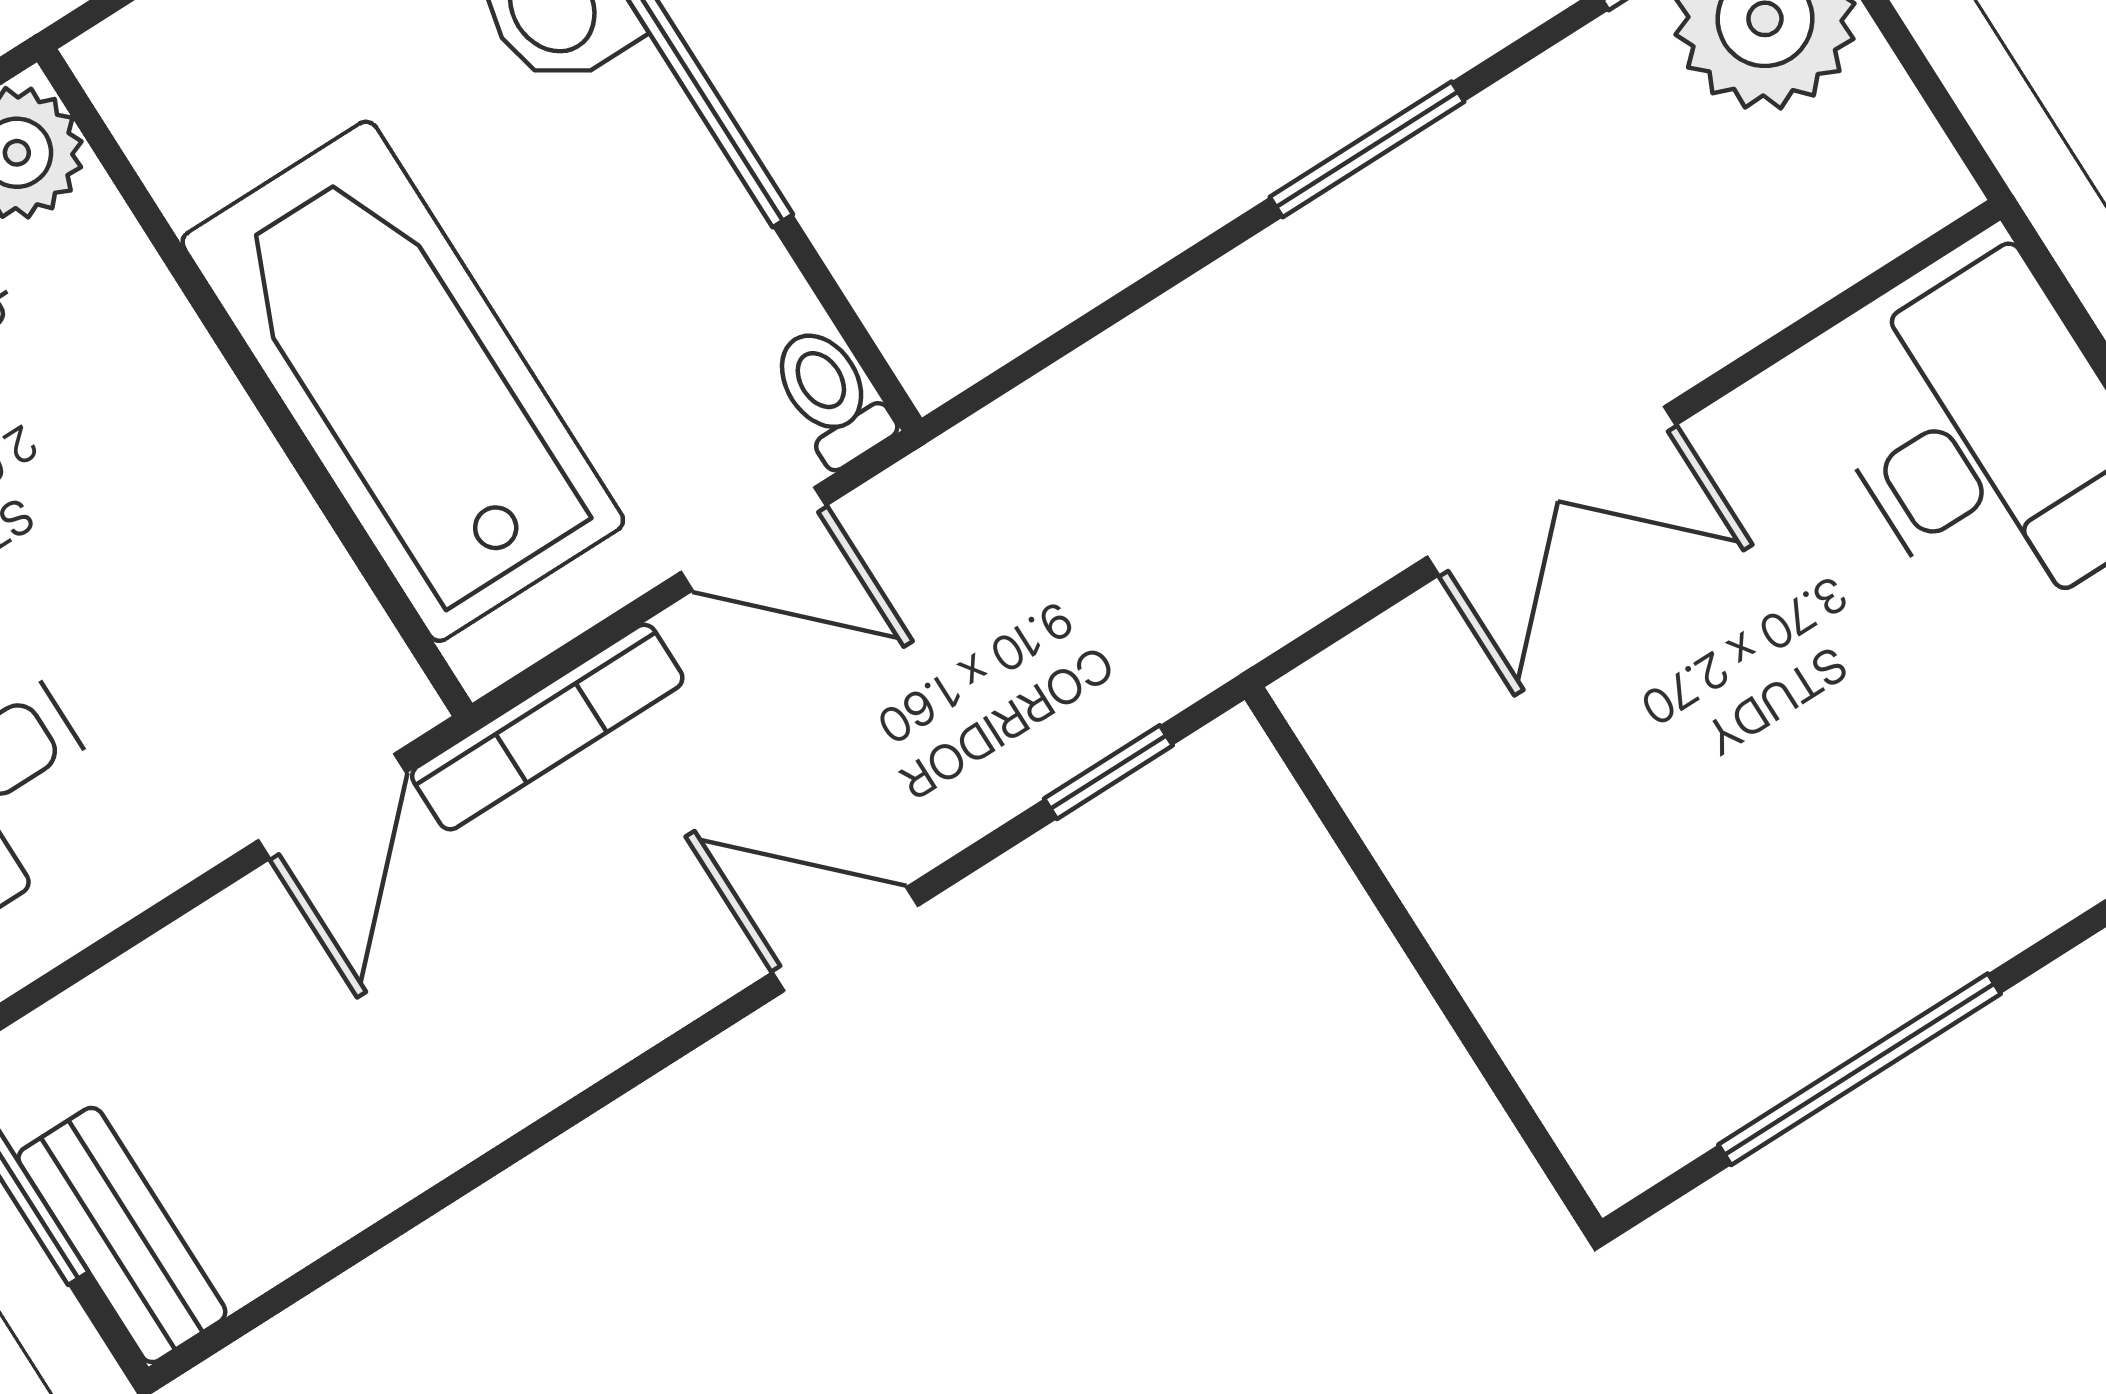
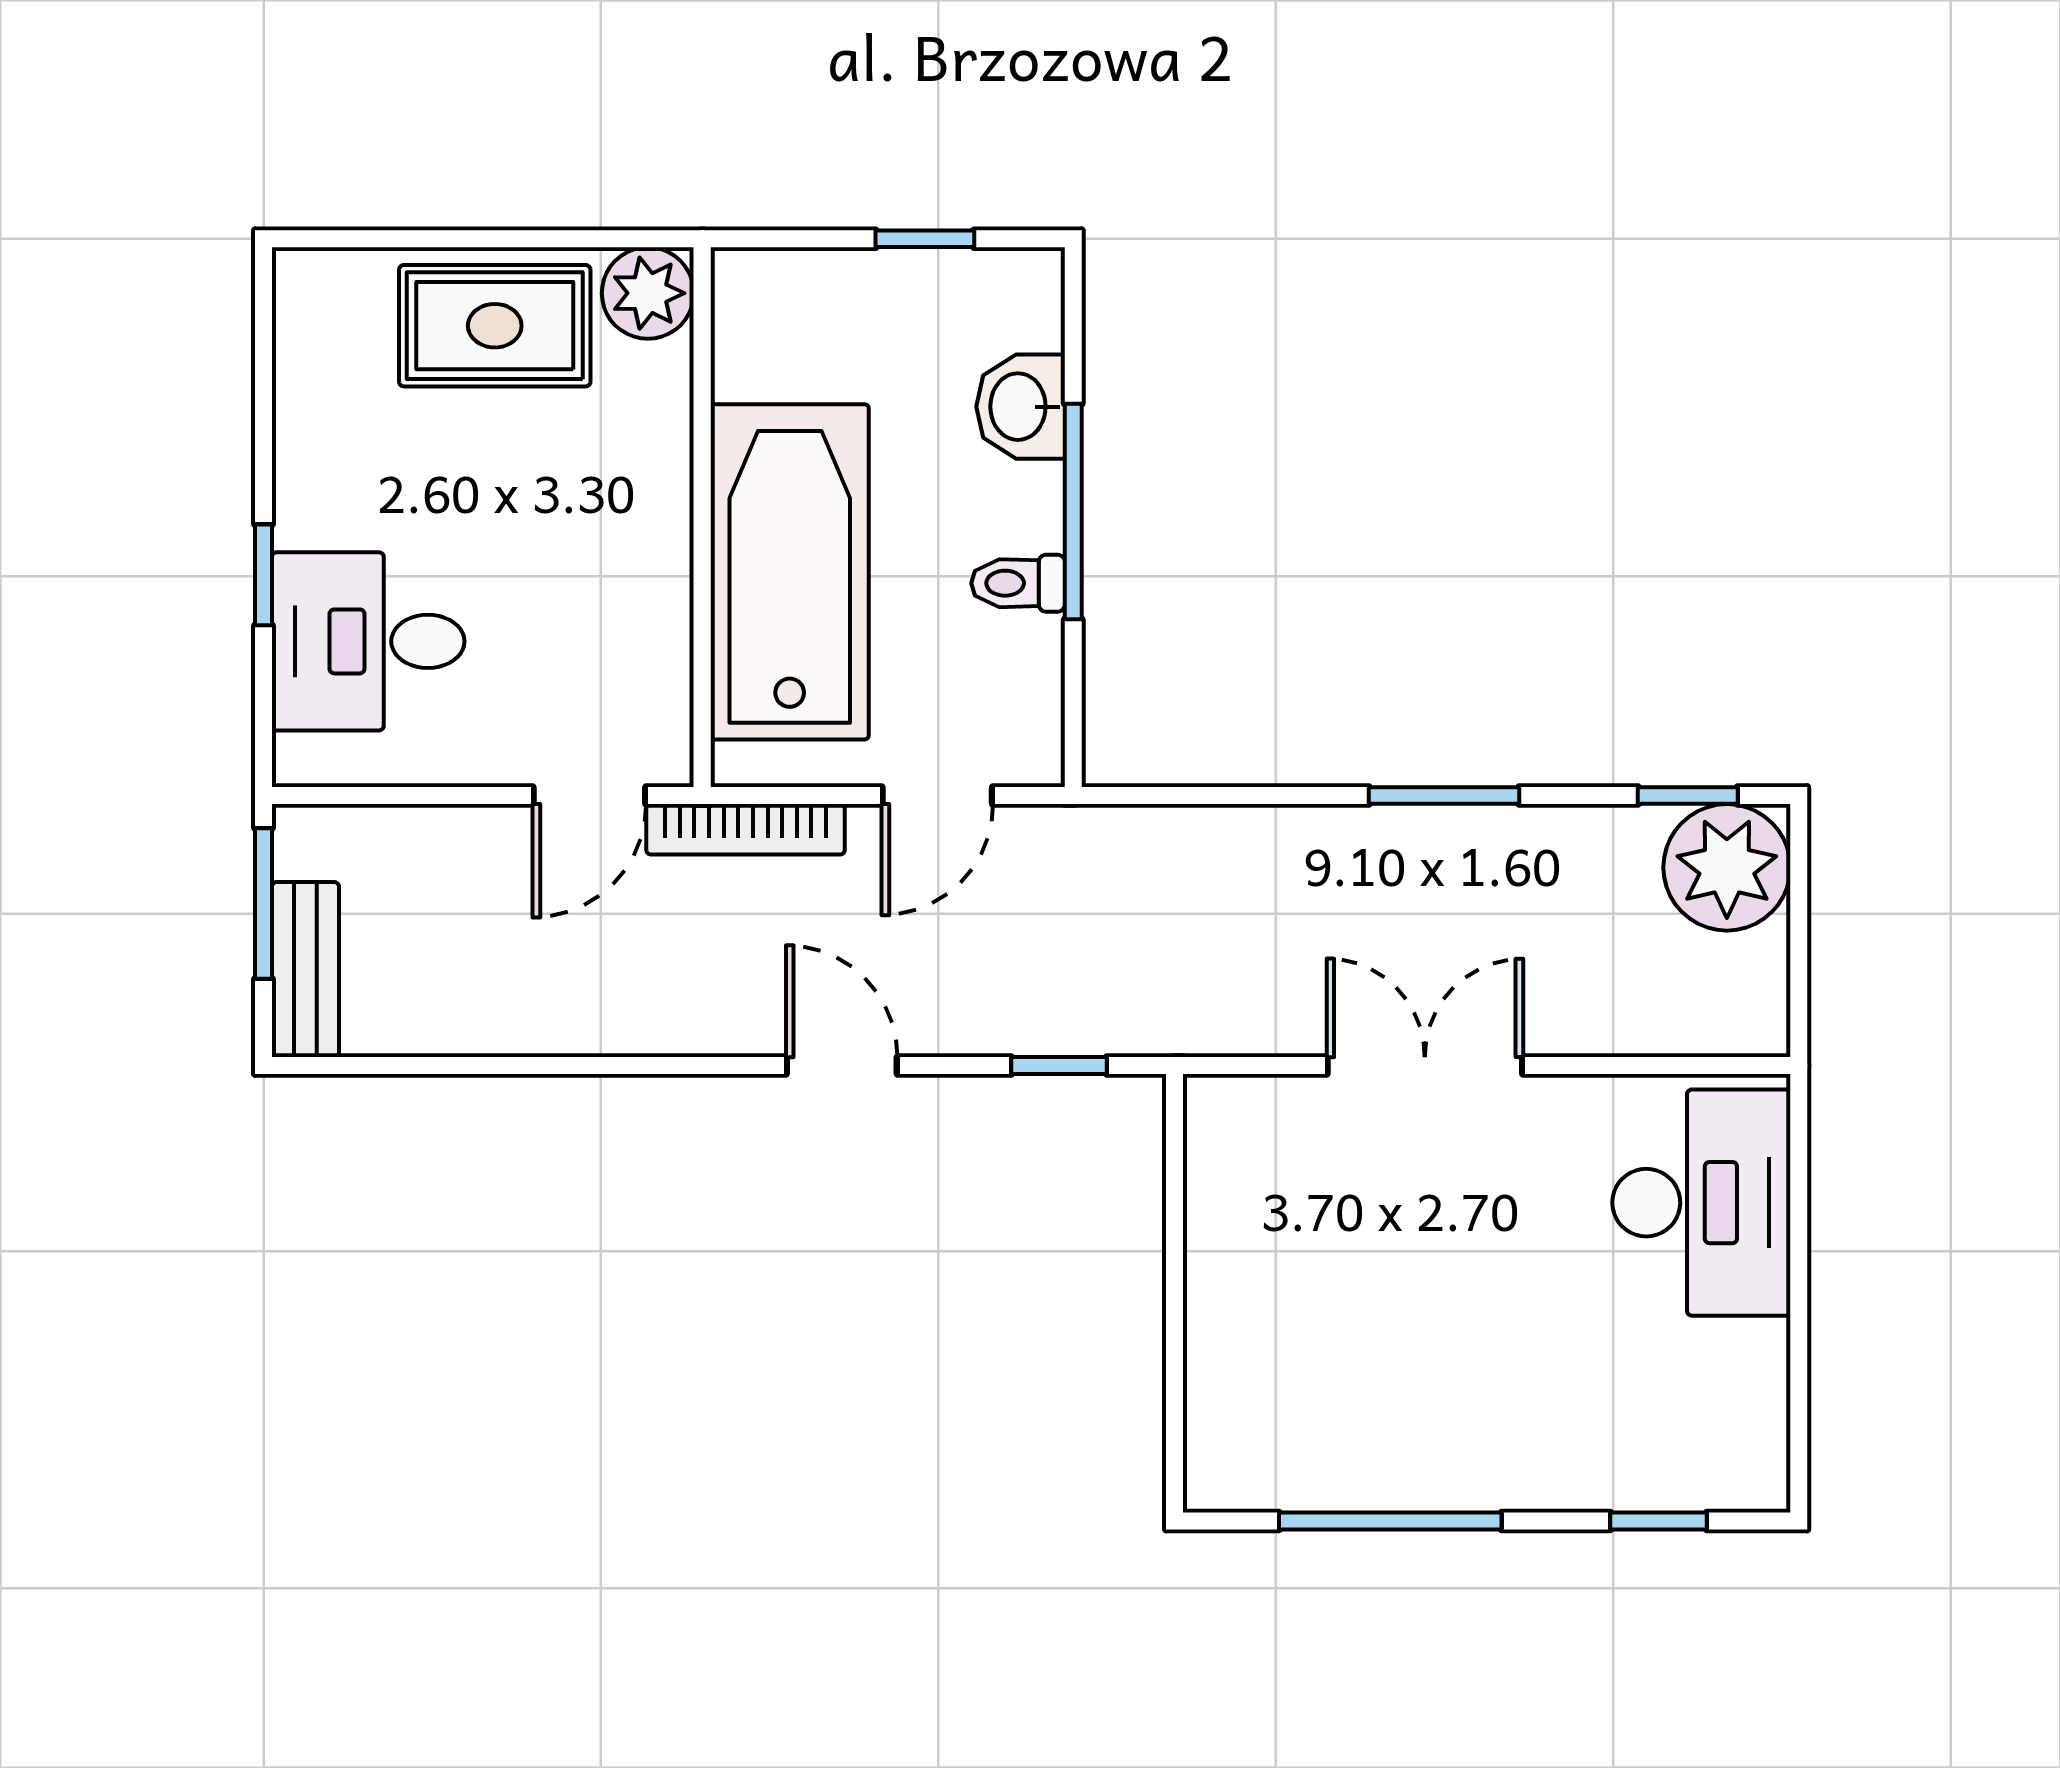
toilet: (831, 396) -> (1018, 583), moved, turned -90
double door: (1551, 491) -> (1425, 1065), swing flipped
door: (753, 539) -> (937, 796), hinge flipped

